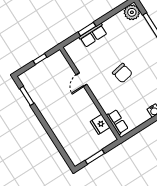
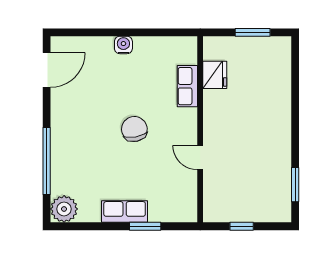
row of seats: (93, 35) -> (125, 212), moved
door: (82, 80) -> (200, 158), swing flipped
row of seats: (117, 122) -> (187, 86), moved

